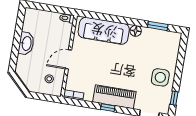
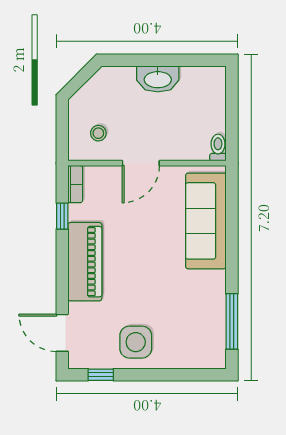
window: (158, 26) -> (232, 321), width x1.44
floor lamp: (136, 31) -> (216, 281), removed
door: (68, 59) -> (141, 163), swing flipped
window: (108, 108) -> (62, 216), moved

